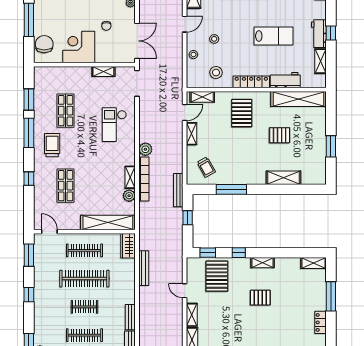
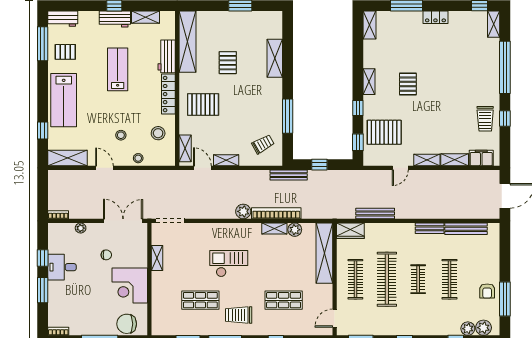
checkout: (114, 125) -> (229, 264), moved, turned 180

